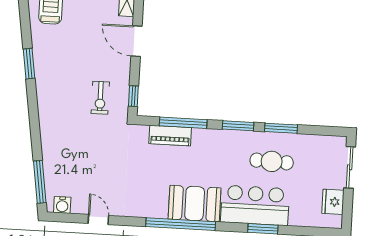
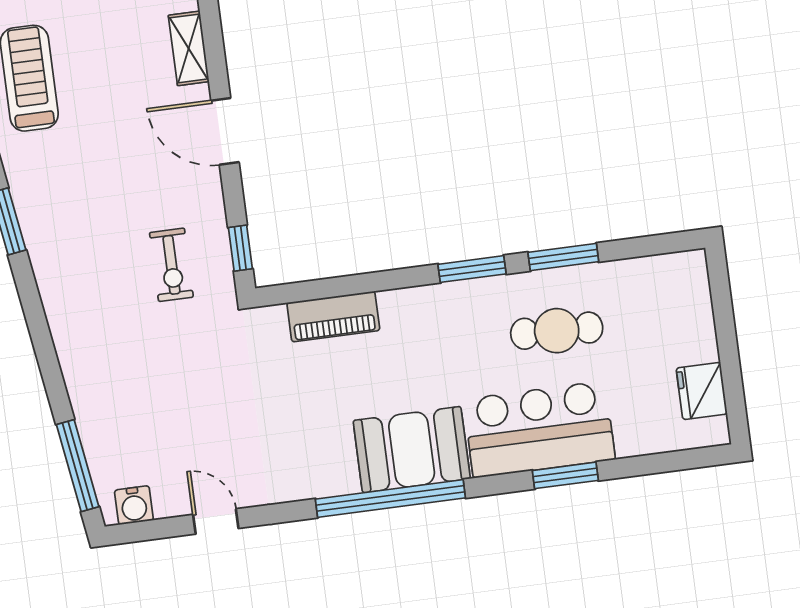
window: (183, 123) -> (355, 284), removed
sliding door: (350, 167) -> (723, 312), removed

